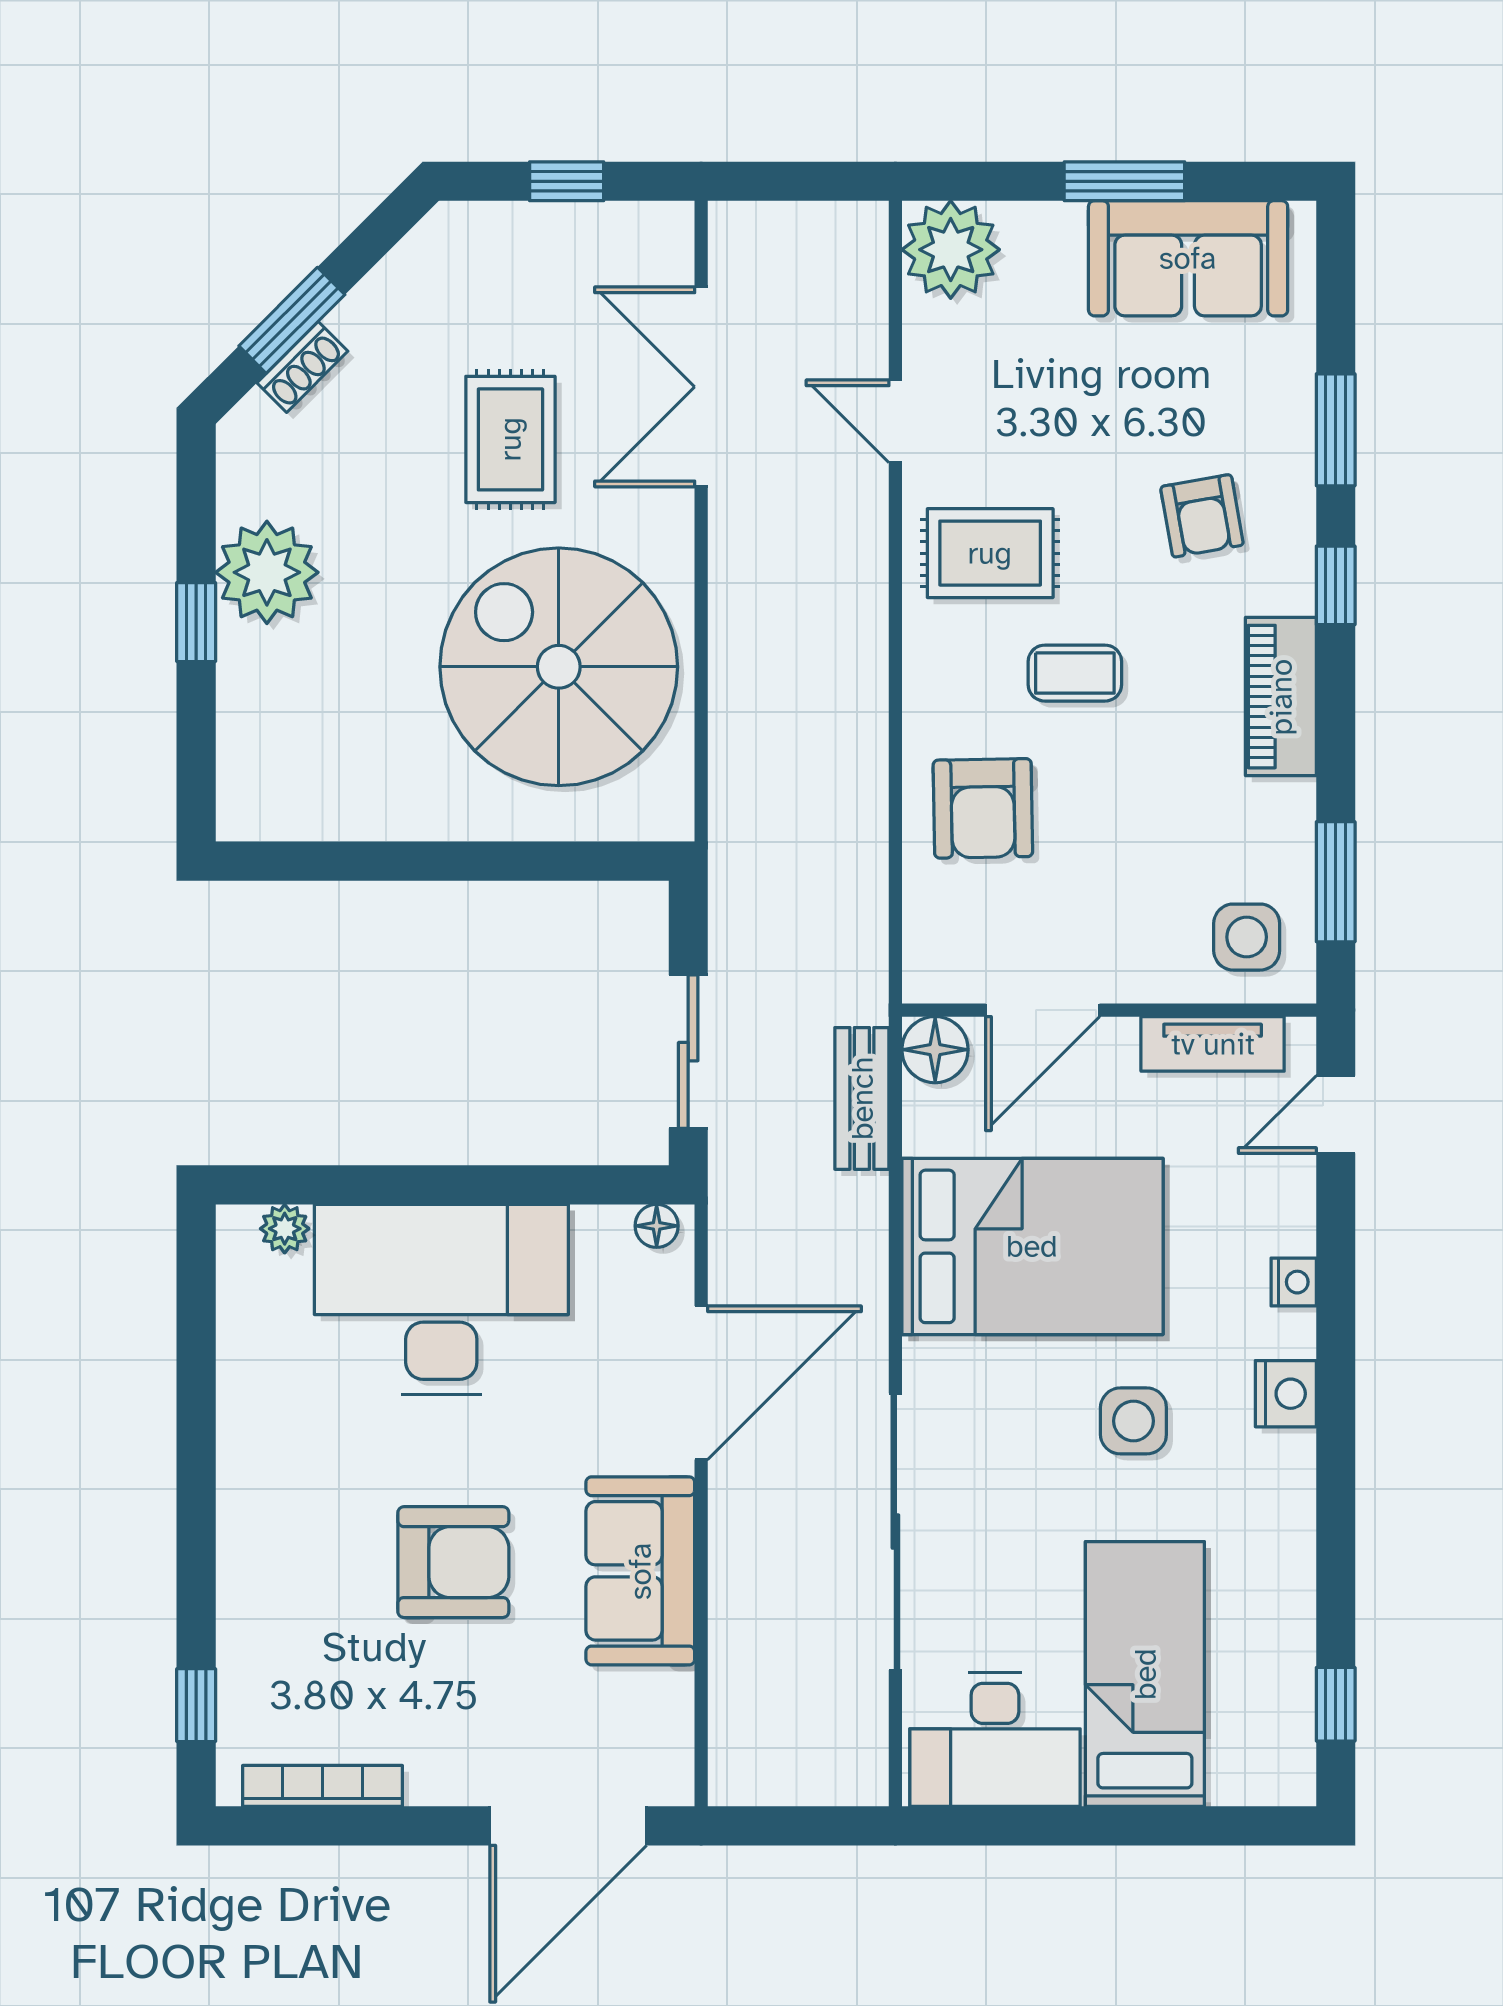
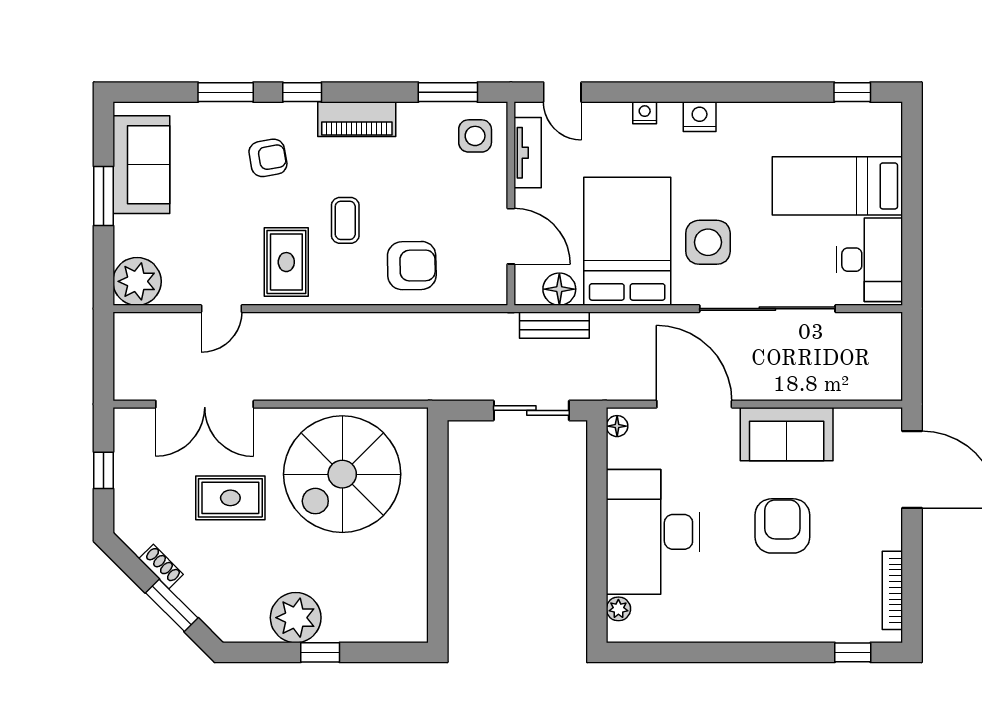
shoe rack: (302, 367) -> (161, 567), moved
floor lamp: (935, 1050) -> (559, 289), moved
side table: (1133, 1421) -> (708, 242), moved, width x1.37, depth x1.37

